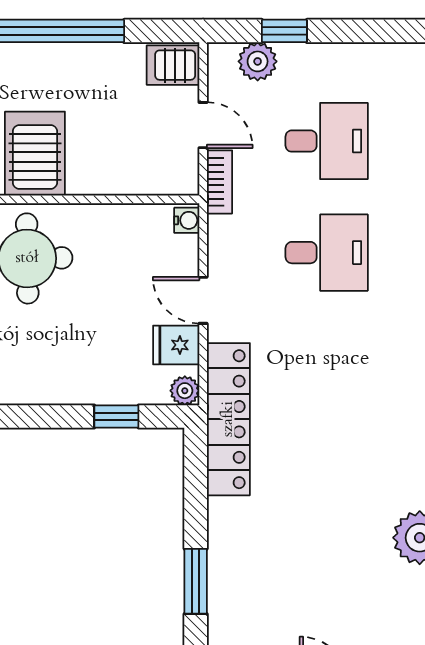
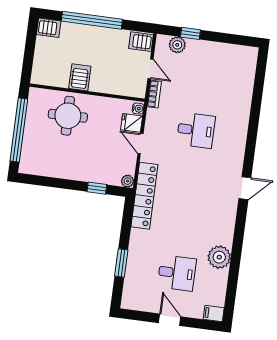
desk: (327, 141) -> (177, 273), moved
server rack: (35, 154) -> (80, 77), width x0.73, depth x0.70
fridge: (176, 345) -> (132, 123), moved

